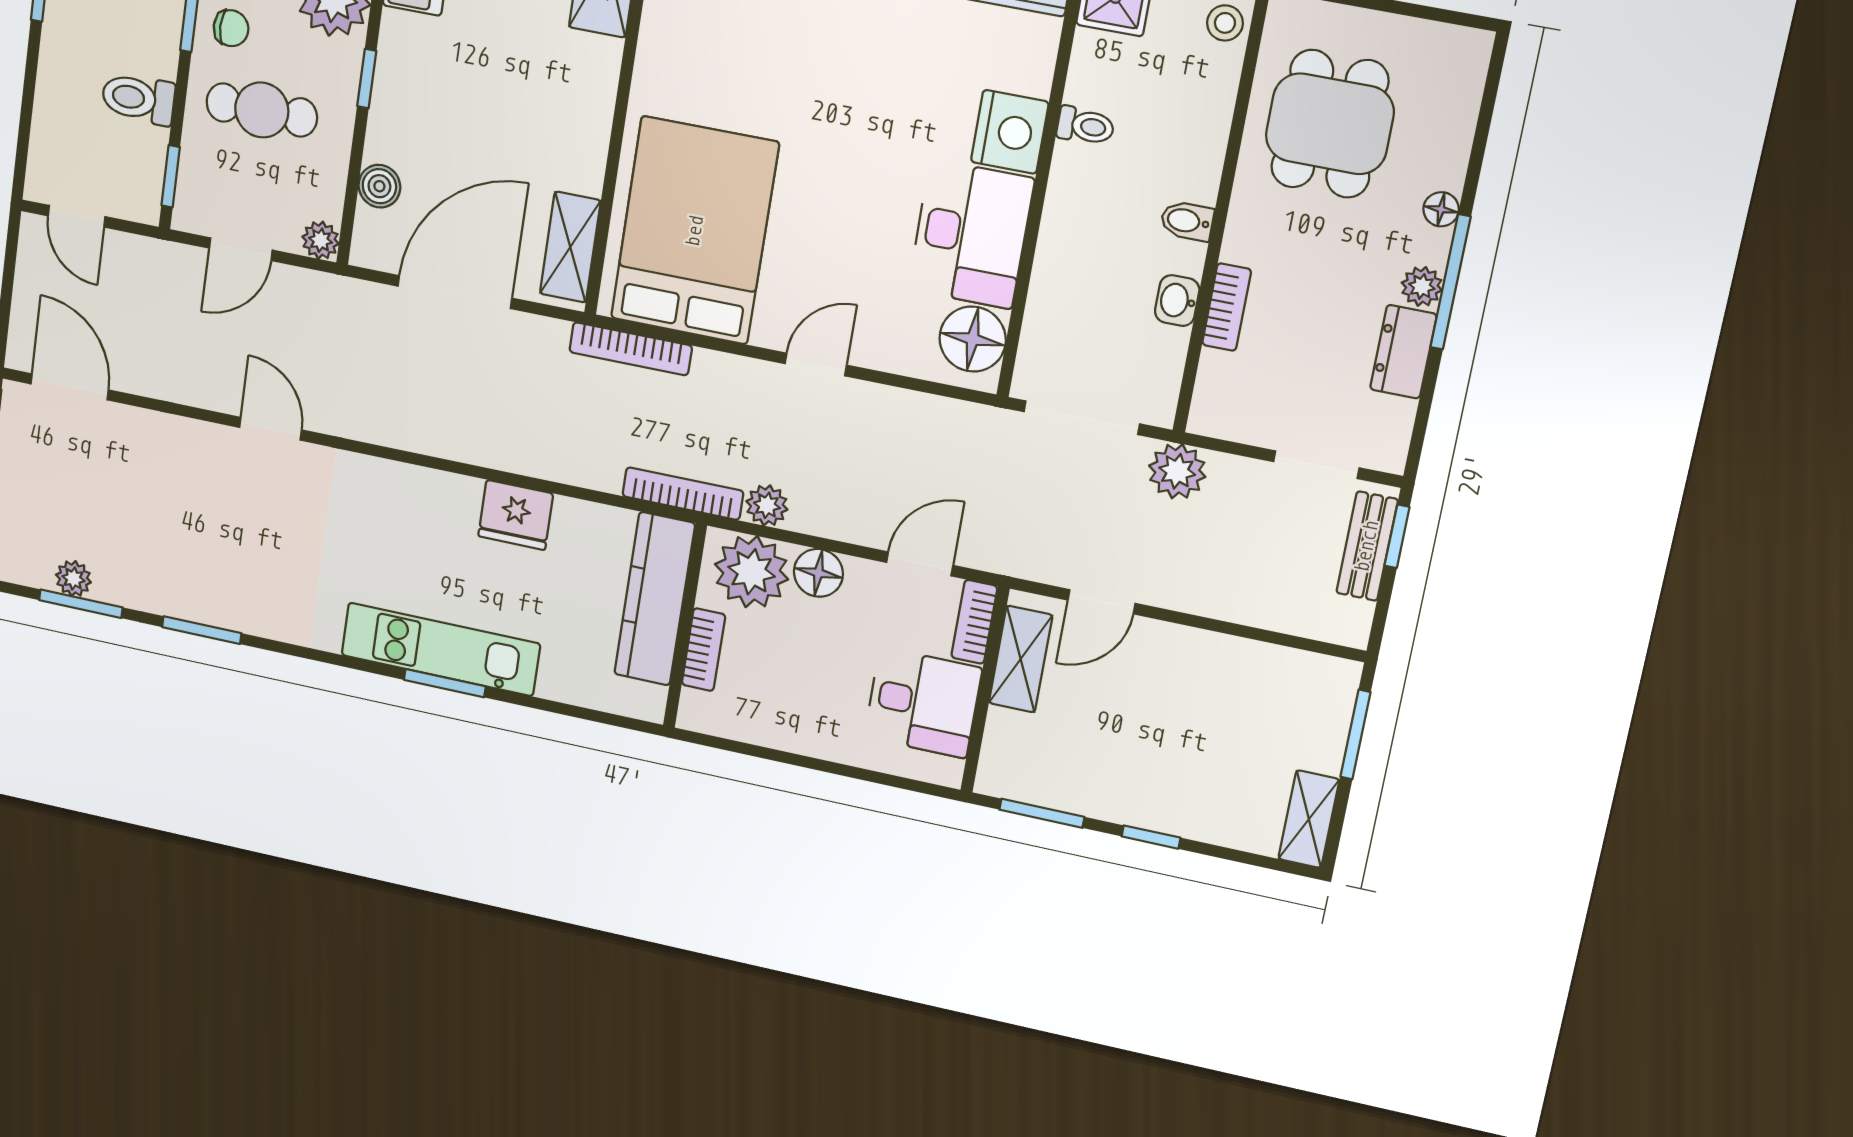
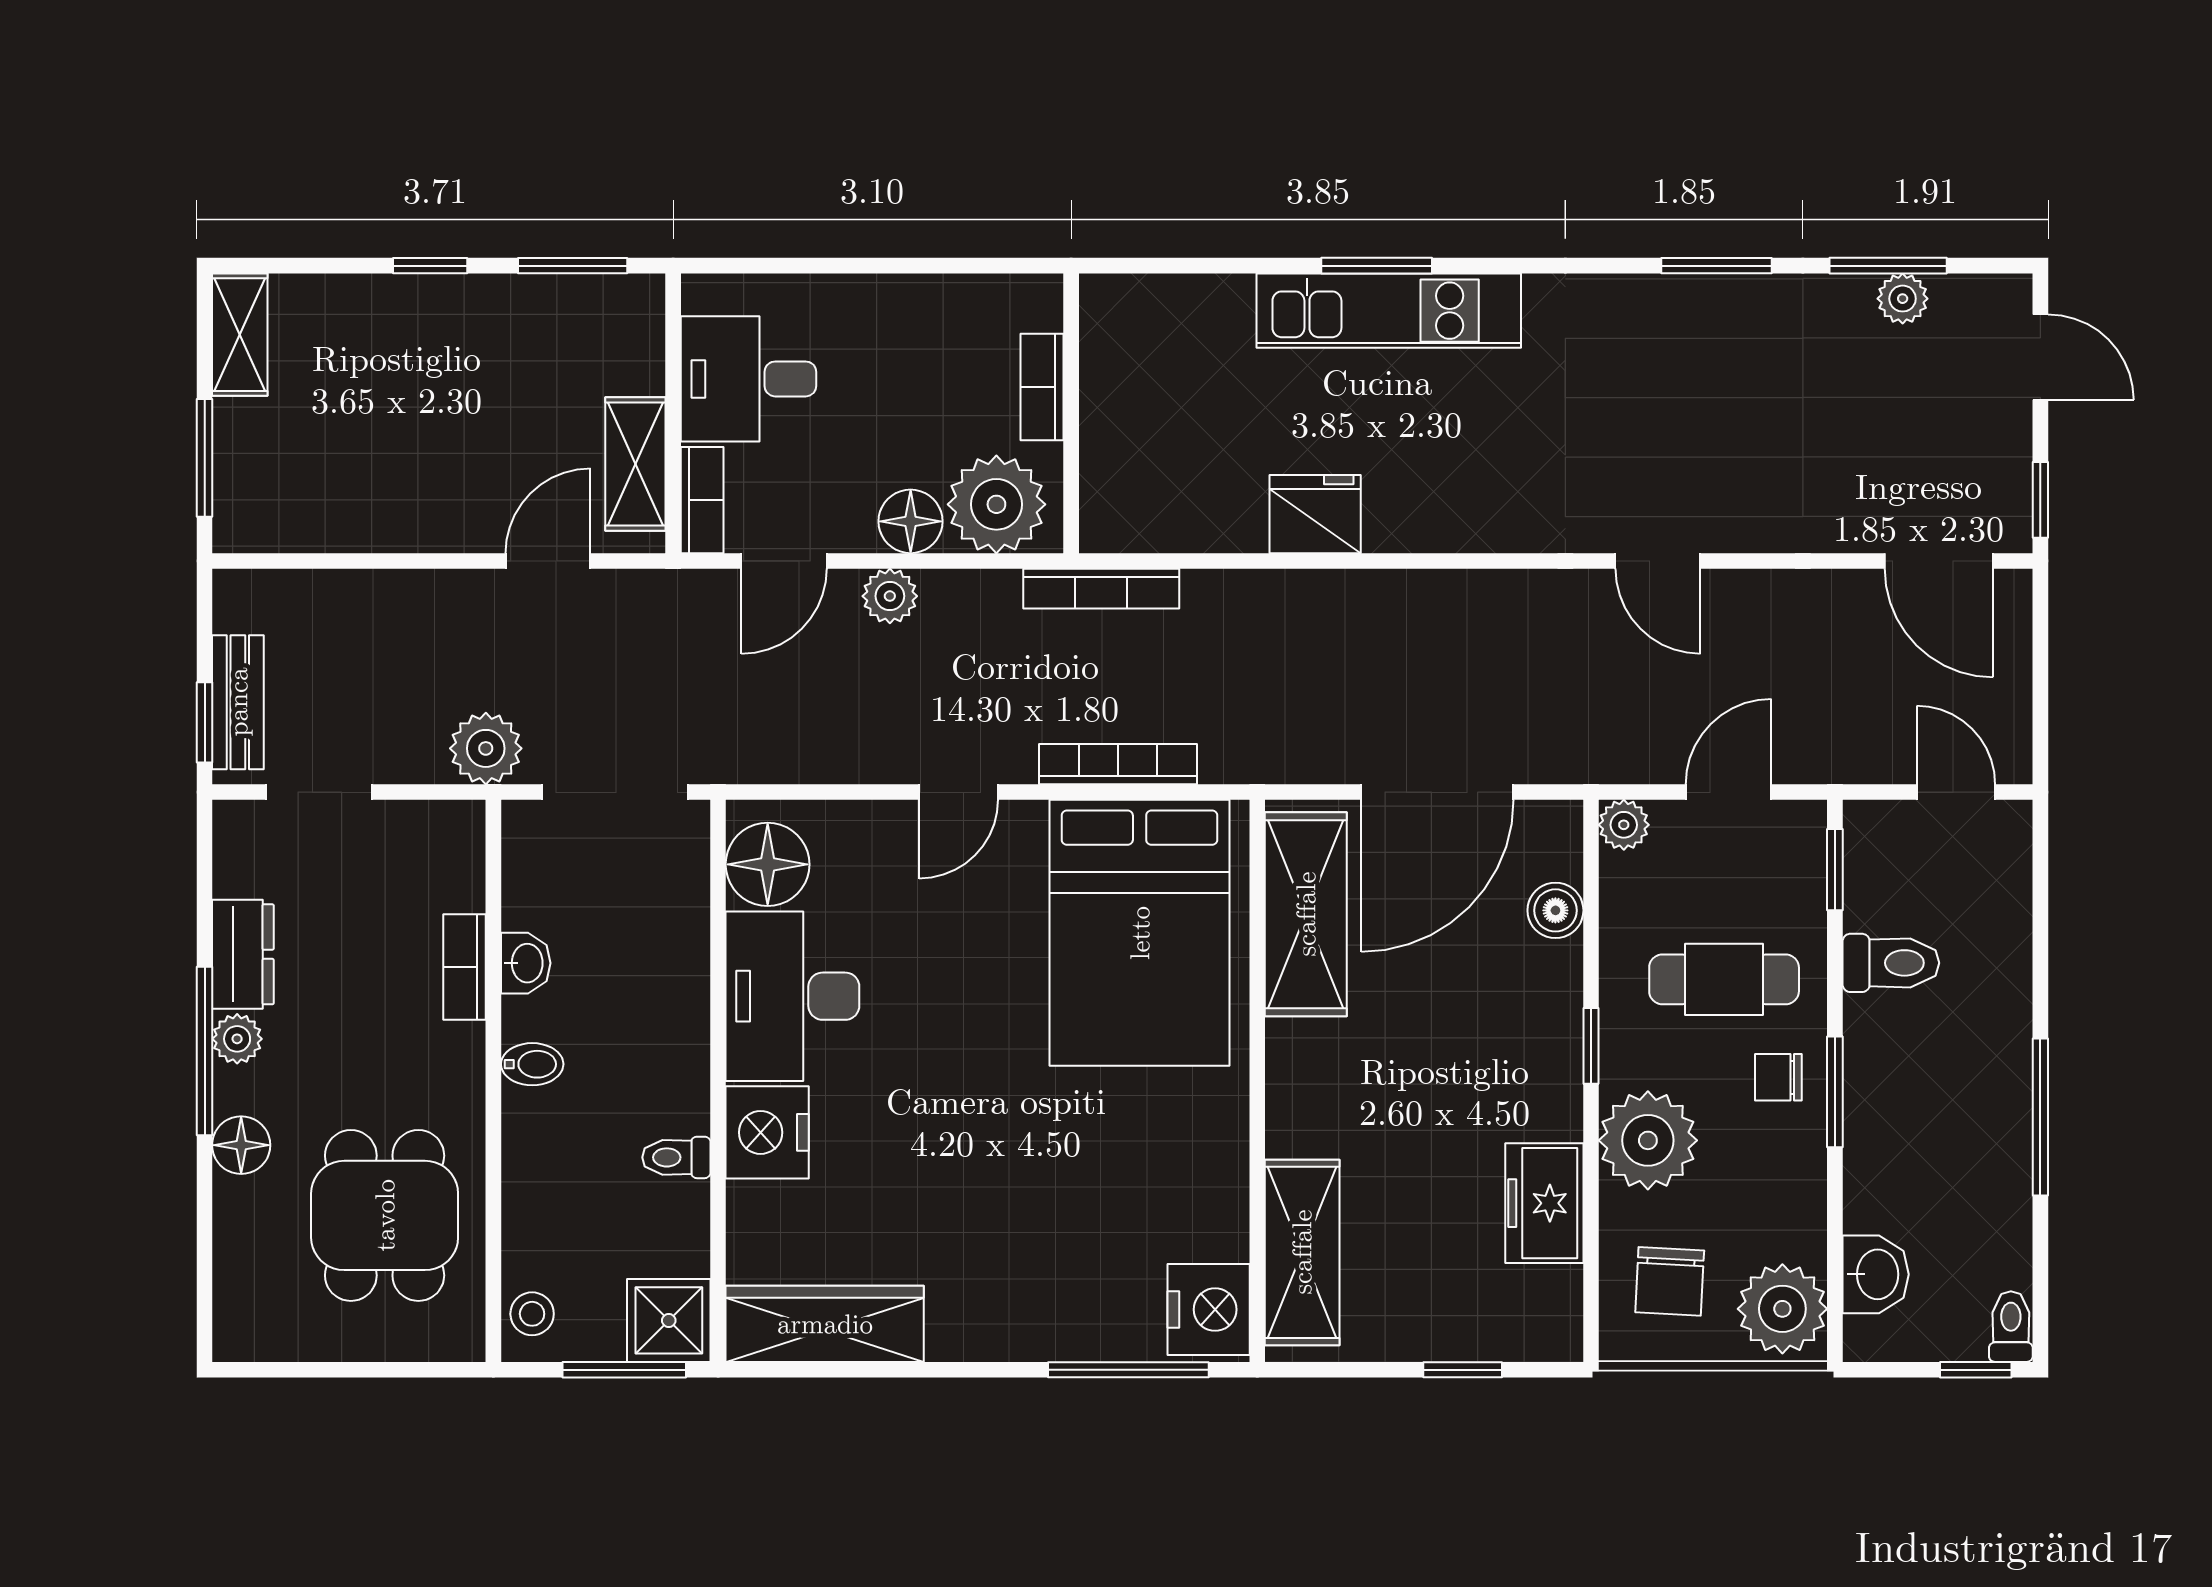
floor lamp: (1441, 209) -> (241, 1145), width x1.37, depth x1.37
shelving: (570, 247) -> (1306, 914), width x1.50, depth x1.33
bookcase: (631, 349) -> (1118, 764), moved
plant: (767, 505) -> (890, 596), moved
kitchen counter: (655, 599) -> (1116, 441), removed

